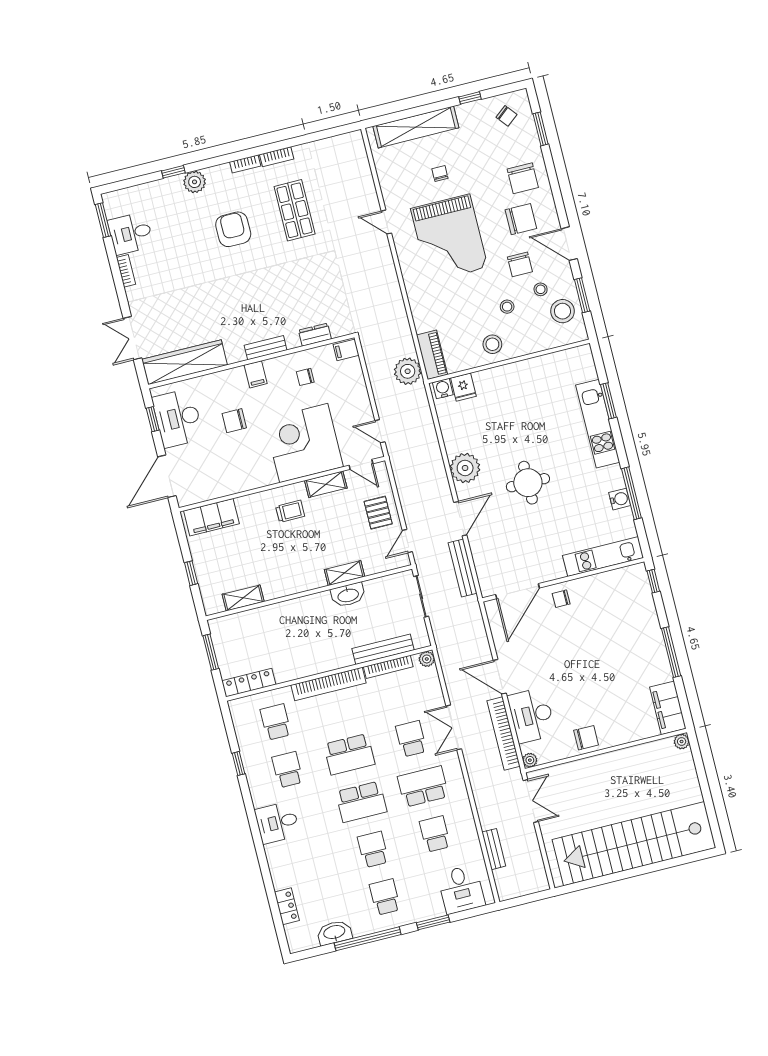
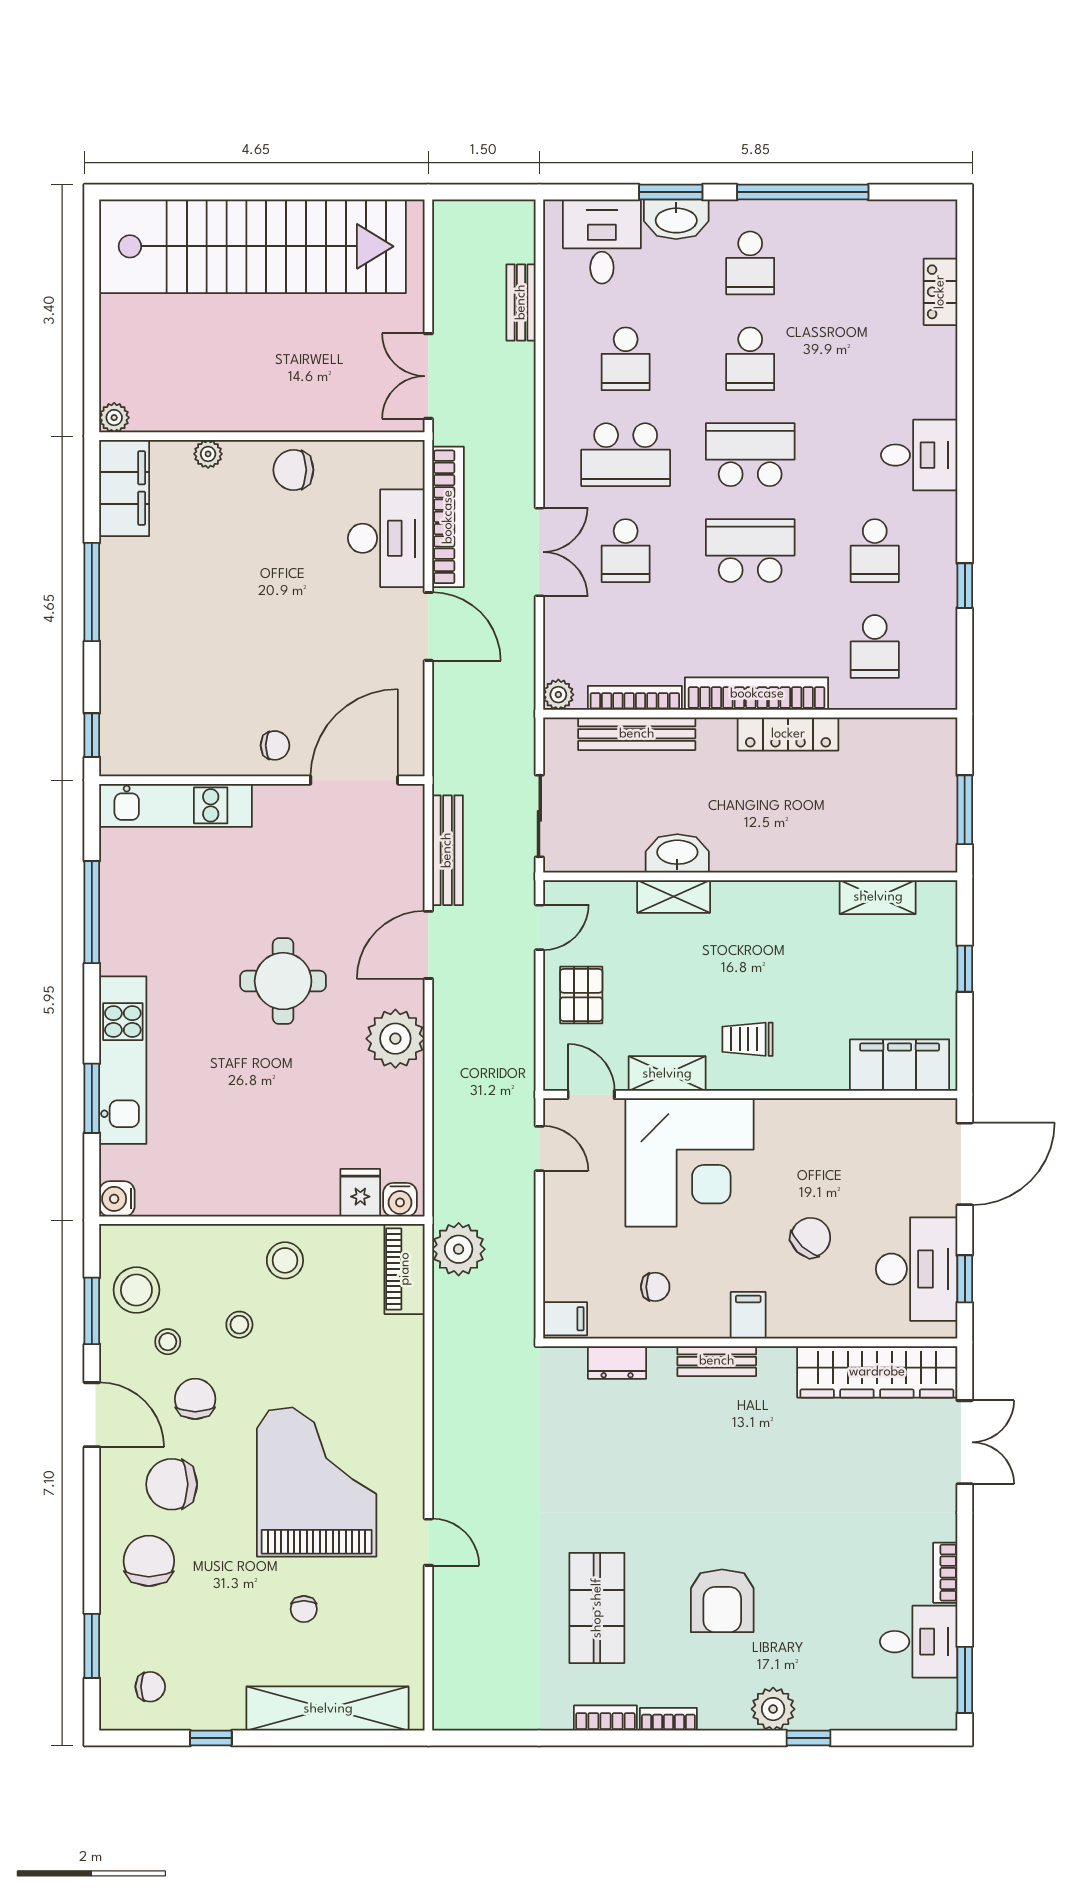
chair: (507, 116) -> (150, 1687), turned 129
chair: (234, 421) -> (811, 1237), turned -47
water cooler: (620, 499) -> (117, 1199), moved
locker: (249, 683) -> (788, 734), moved
plant: (530, 760) -> (208, 454), moved
washbasin: (334, 933) -> (676, 219), moved

